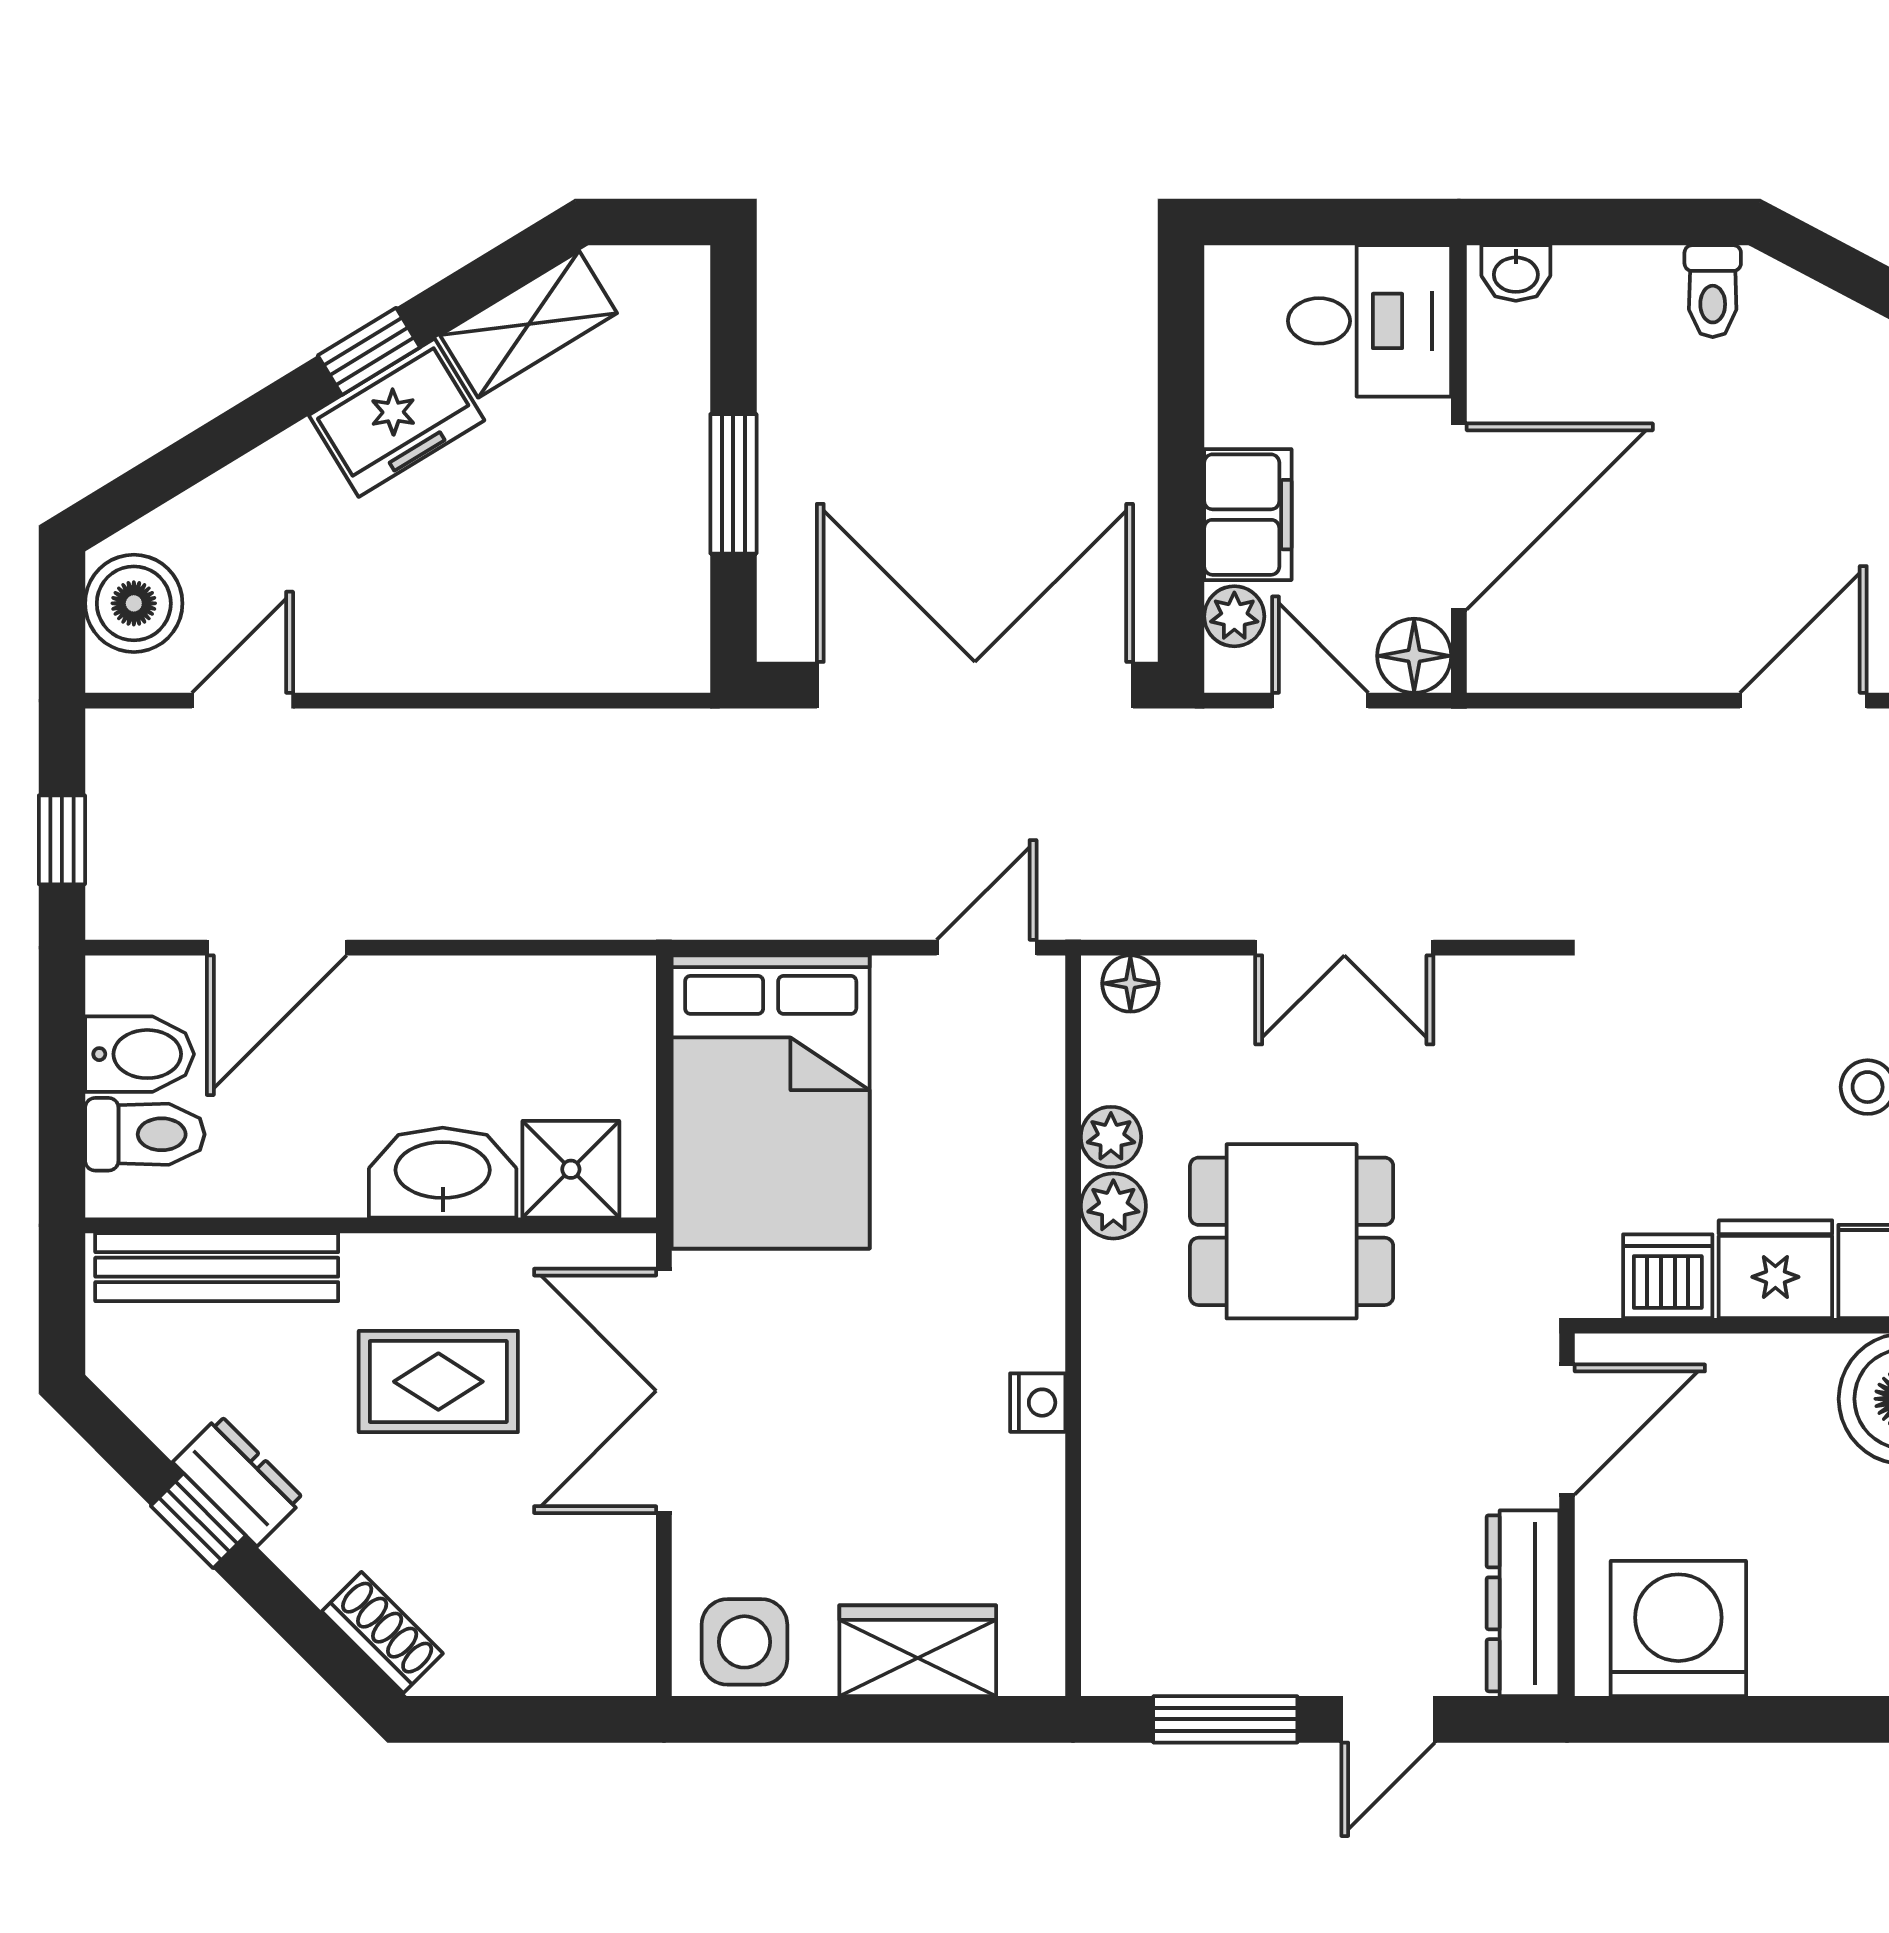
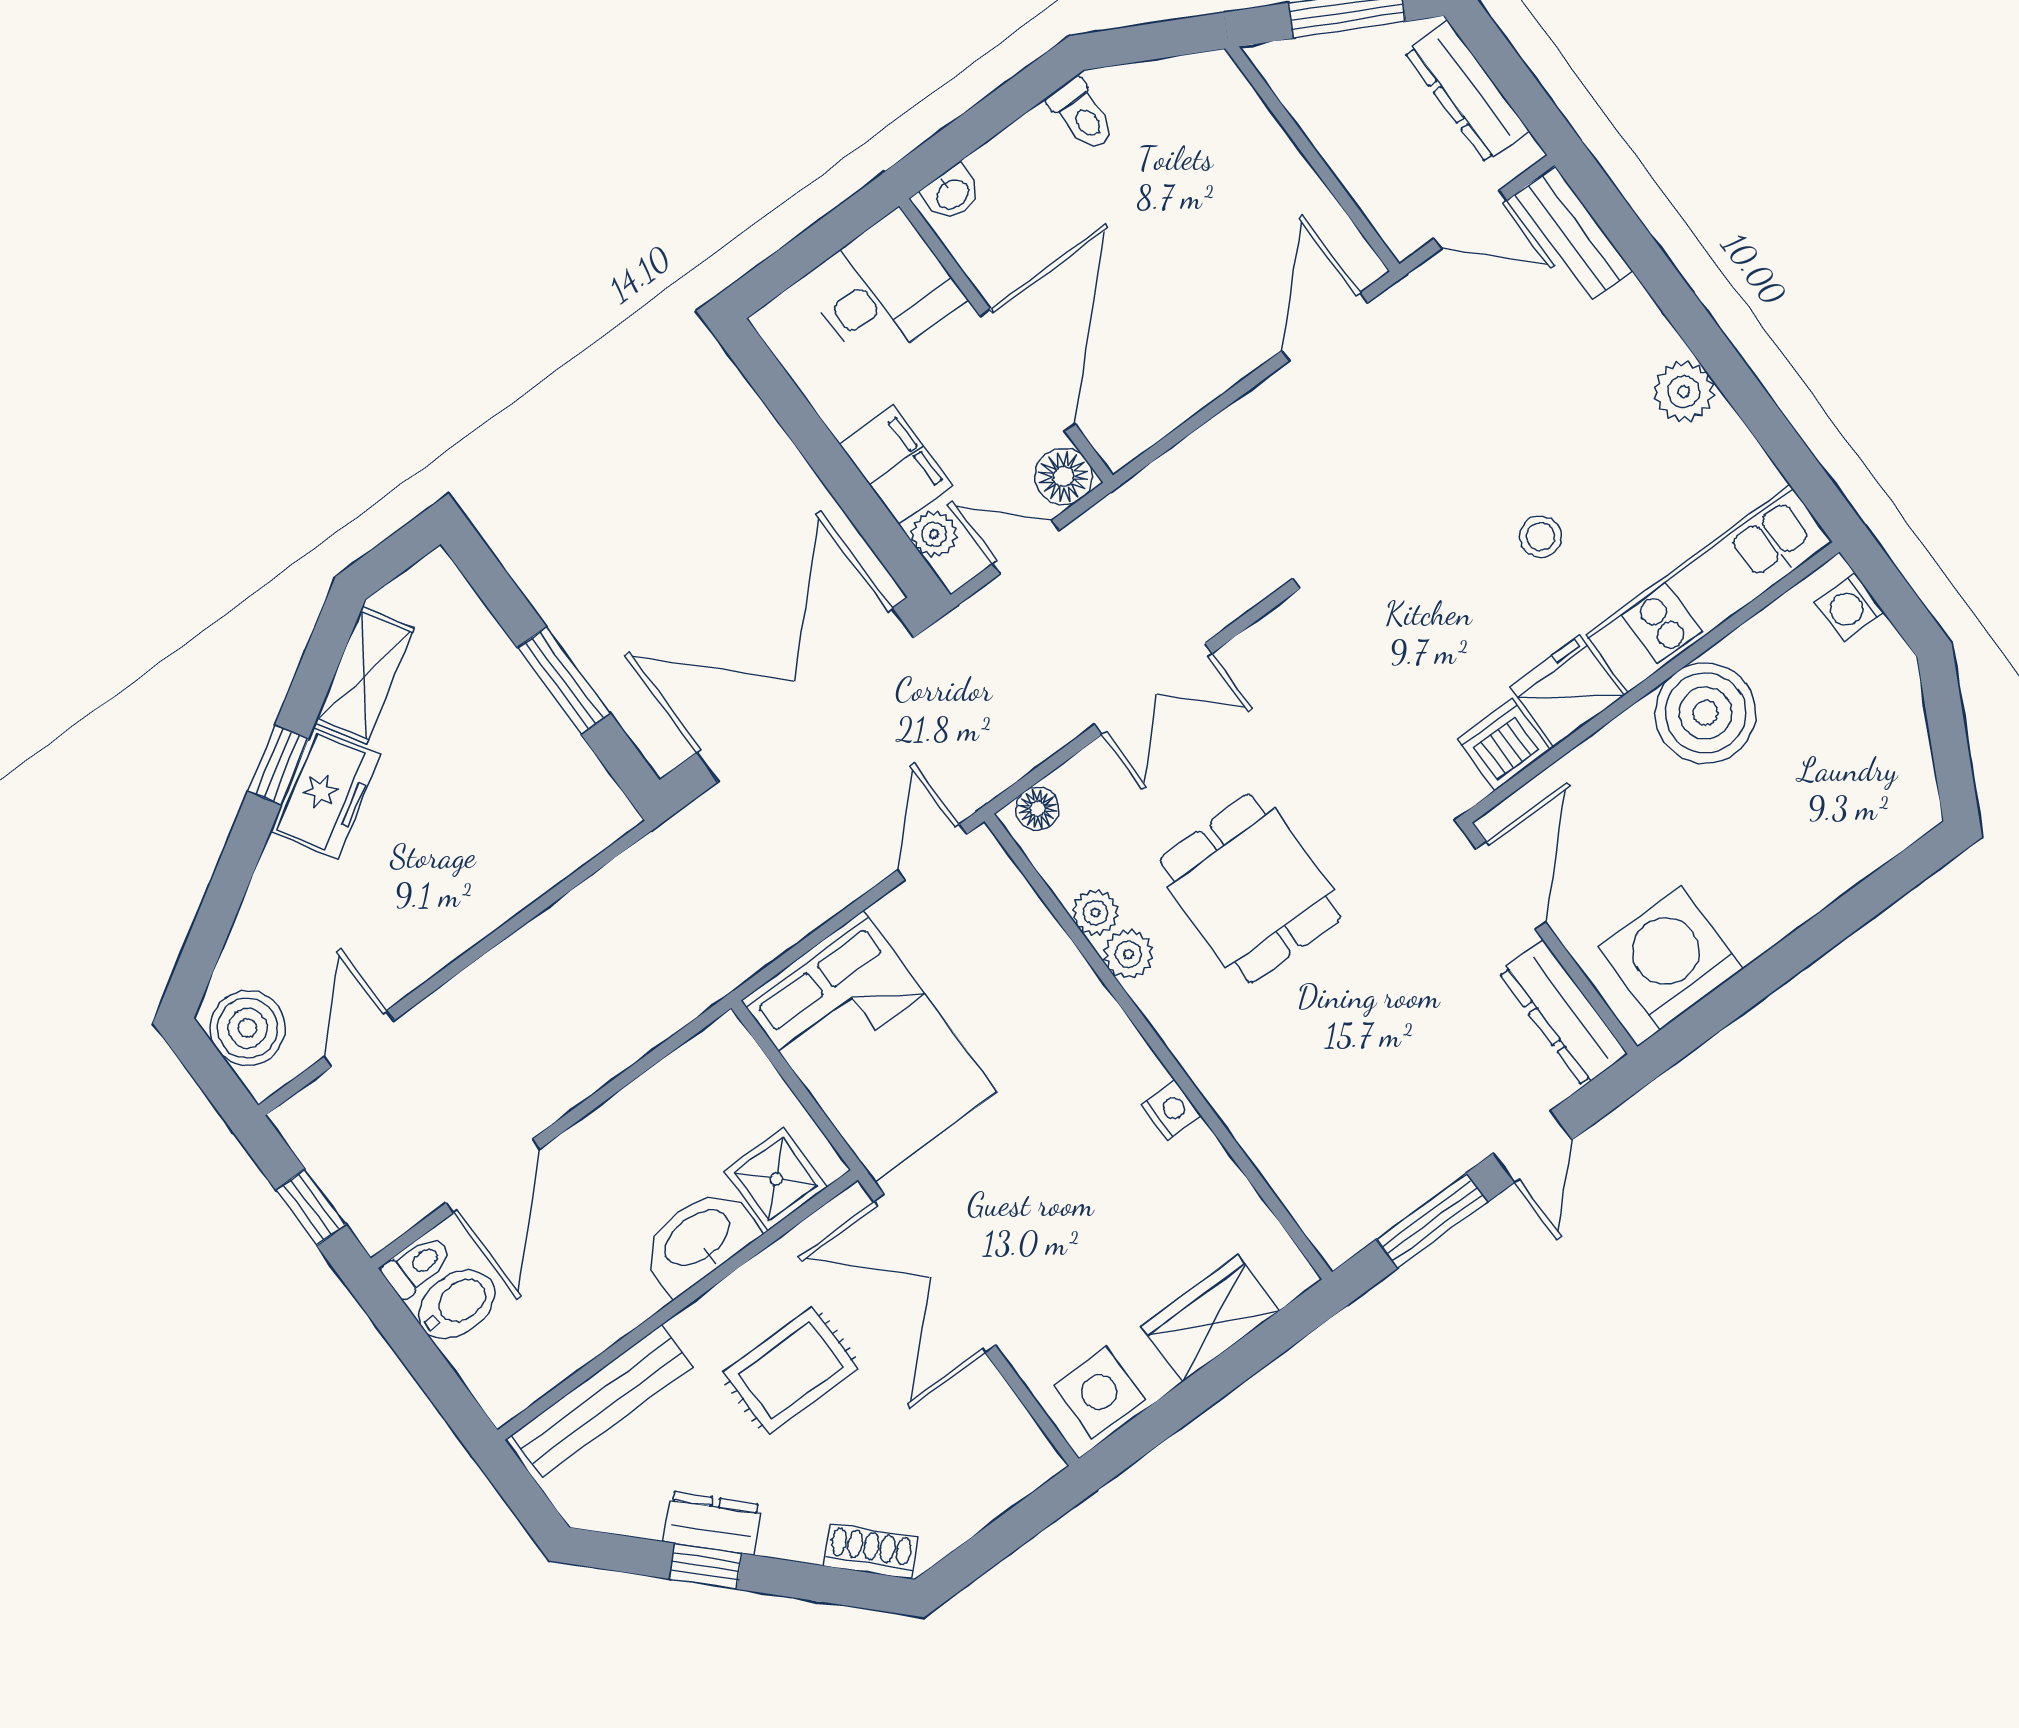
toilet: (145, 1134) -> (418, 1266), moved, width x0.73, depth x0.72
dining table: (1292, 1231) -> (1250, 889), turned 90

